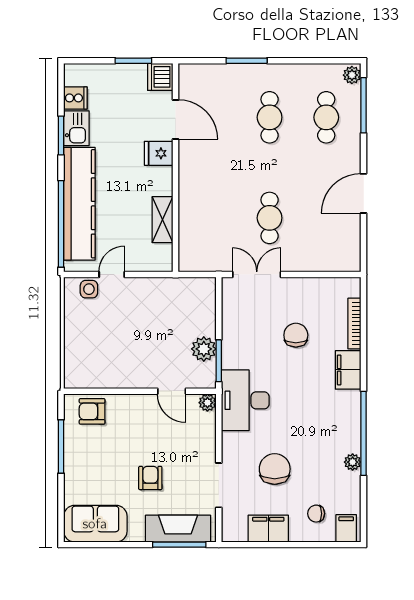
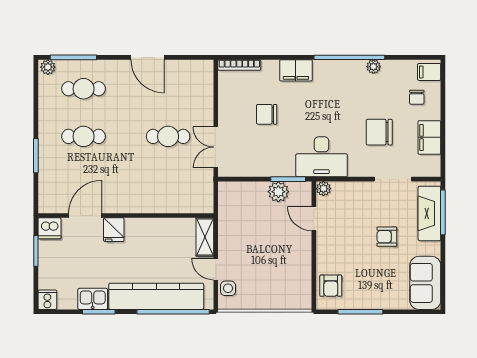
cooker: (75, 98) -> (47, 300), moved
shelving: (163, 220) -> (205, 237), moved, turned 90
bookcase: (354, 324) -> (239, 65), moved
door: (172, 391) -> (314, 219), swing flipped

